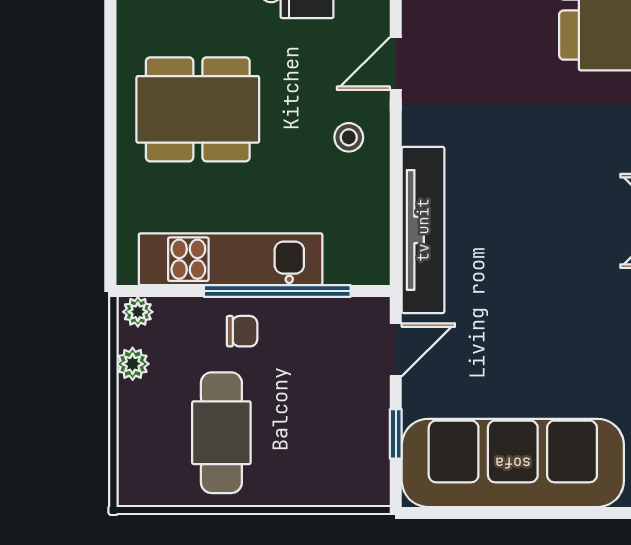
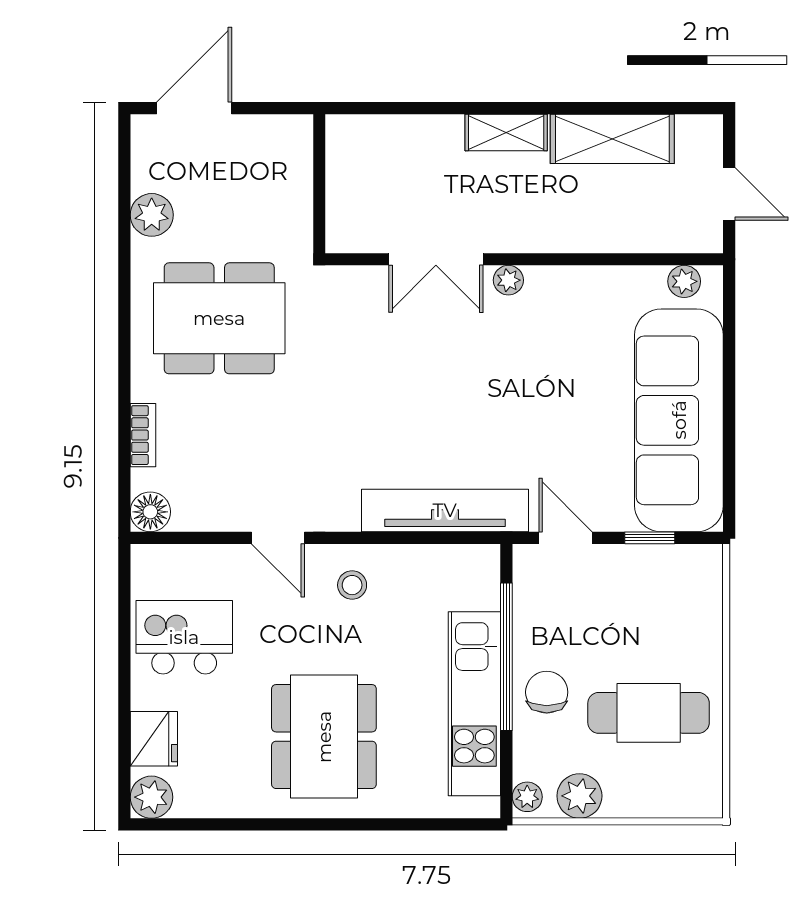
chair: (242, 331) -> (547, 692), width x1.37, depth x1.37
plant: (133, 364) -> (579, 796), width x1.38, depth x1.38

